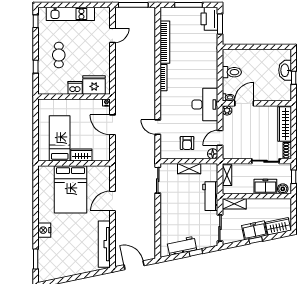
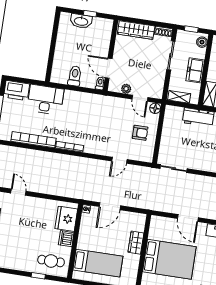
window: (220, 24) -> (24, 80), removed
cafe table: (59, 55) -> (51, 261), moved
desk: (205, 104) -> (45, 100), moved
plant: (227, 110) -> (126, 89), moved
bed: (60, 138) -> (98, 263), moved, turned 180
shelving: (189, 169) -> (167, 135), removed
freezer: (265, 187) -> (195, 70), moved

